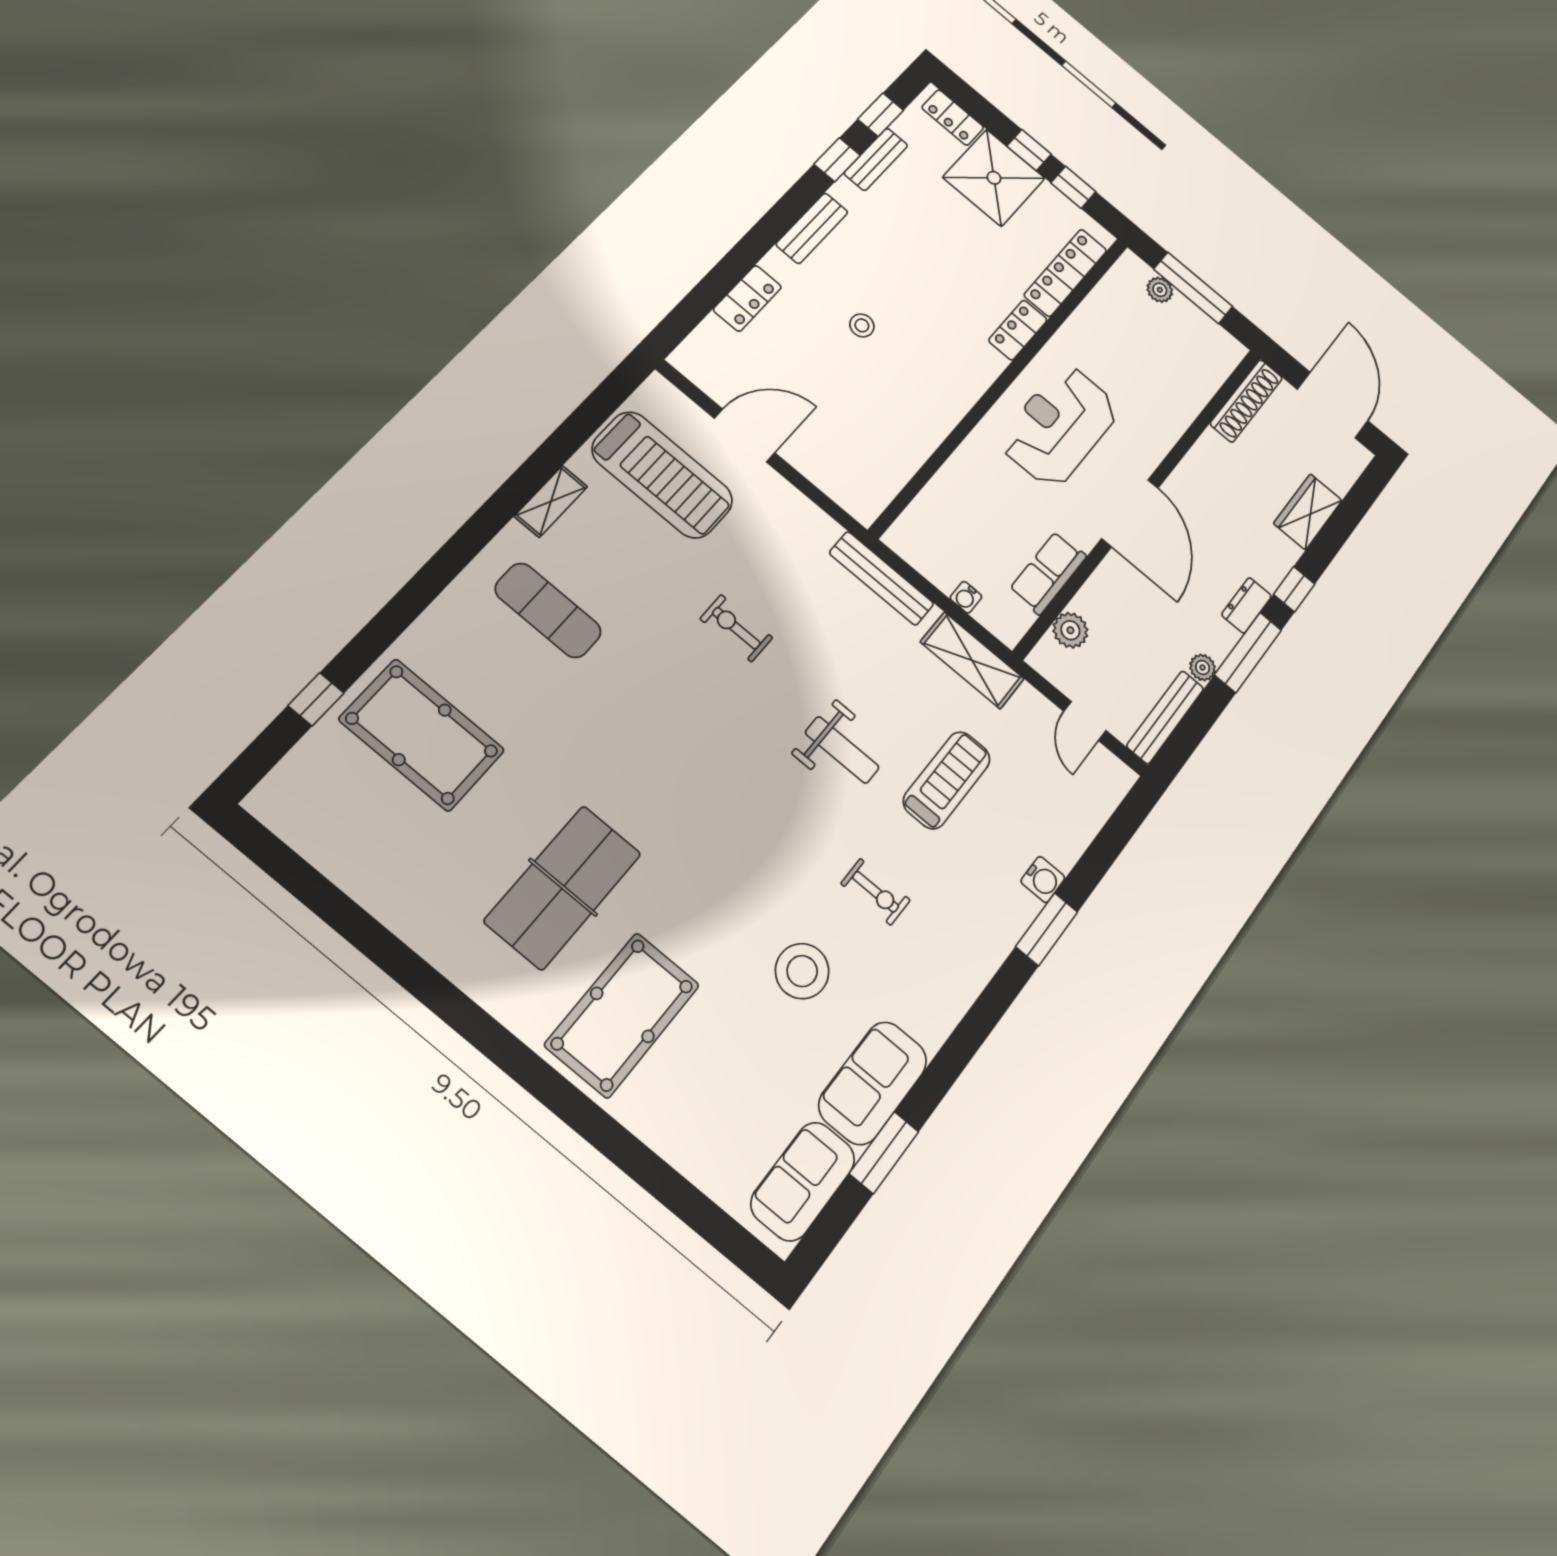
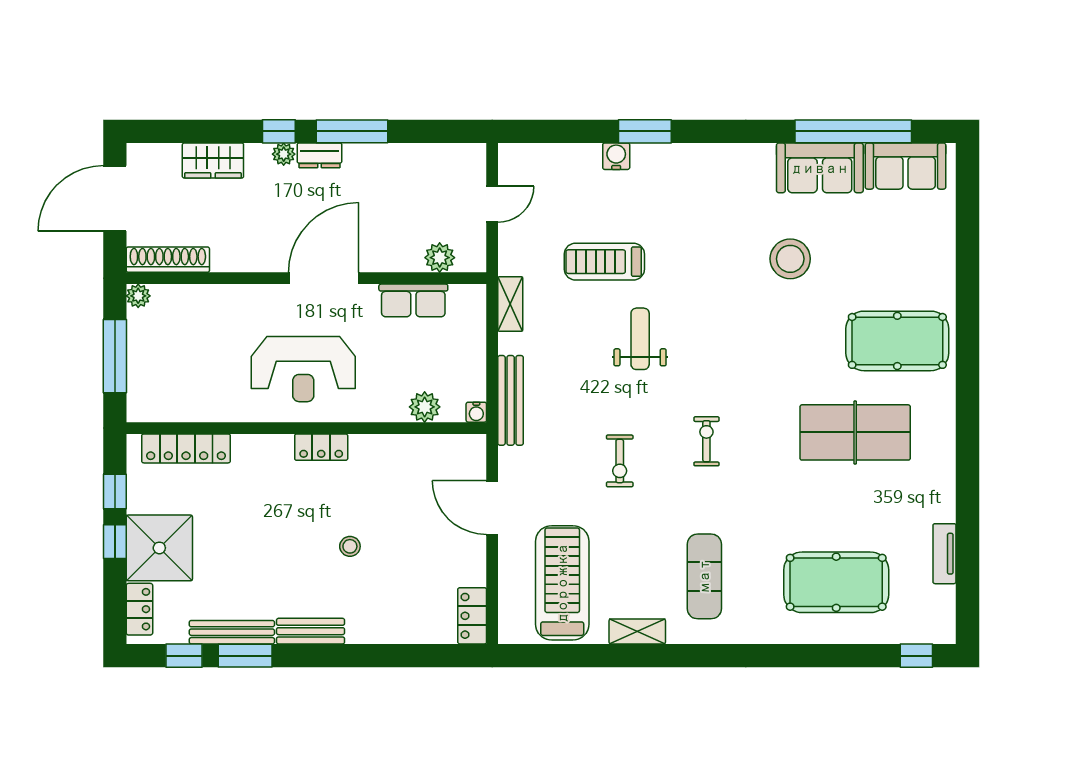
bench: (876, 159) -> (232, 632), width x1.36
window: (837, 160) -> (245, 656), width x1.50
plant: (1160, 290) -> (138, 296), moved
locker: (747, 298) -> (472, 616), moved, turned -90
locker: (1018, 330) -> (321, 447), moved
door: (744, 436) -> (492, 508), moved
plant: (939, 498) -> (425, 407), added
water cooler: (966, 597) -> (476, 412), moved, turned 90
shelving: (972, 660) -> (510, 304), width x0.67, depth x0.75
plant: (1203, 667) -> (284, 154), moved
window: (316, 699) -> (916, 656), moved
bench: (1165, 717) -> (445, 155), removed
pool table: (422, 735) -> (836, 582), turned 90
tv unit: (348, 874) -> (945, 554), added
exercise bike: (876, 892) -> (706, 441), moved
window: (884, 1153) -> (853, 131), width x2.11

